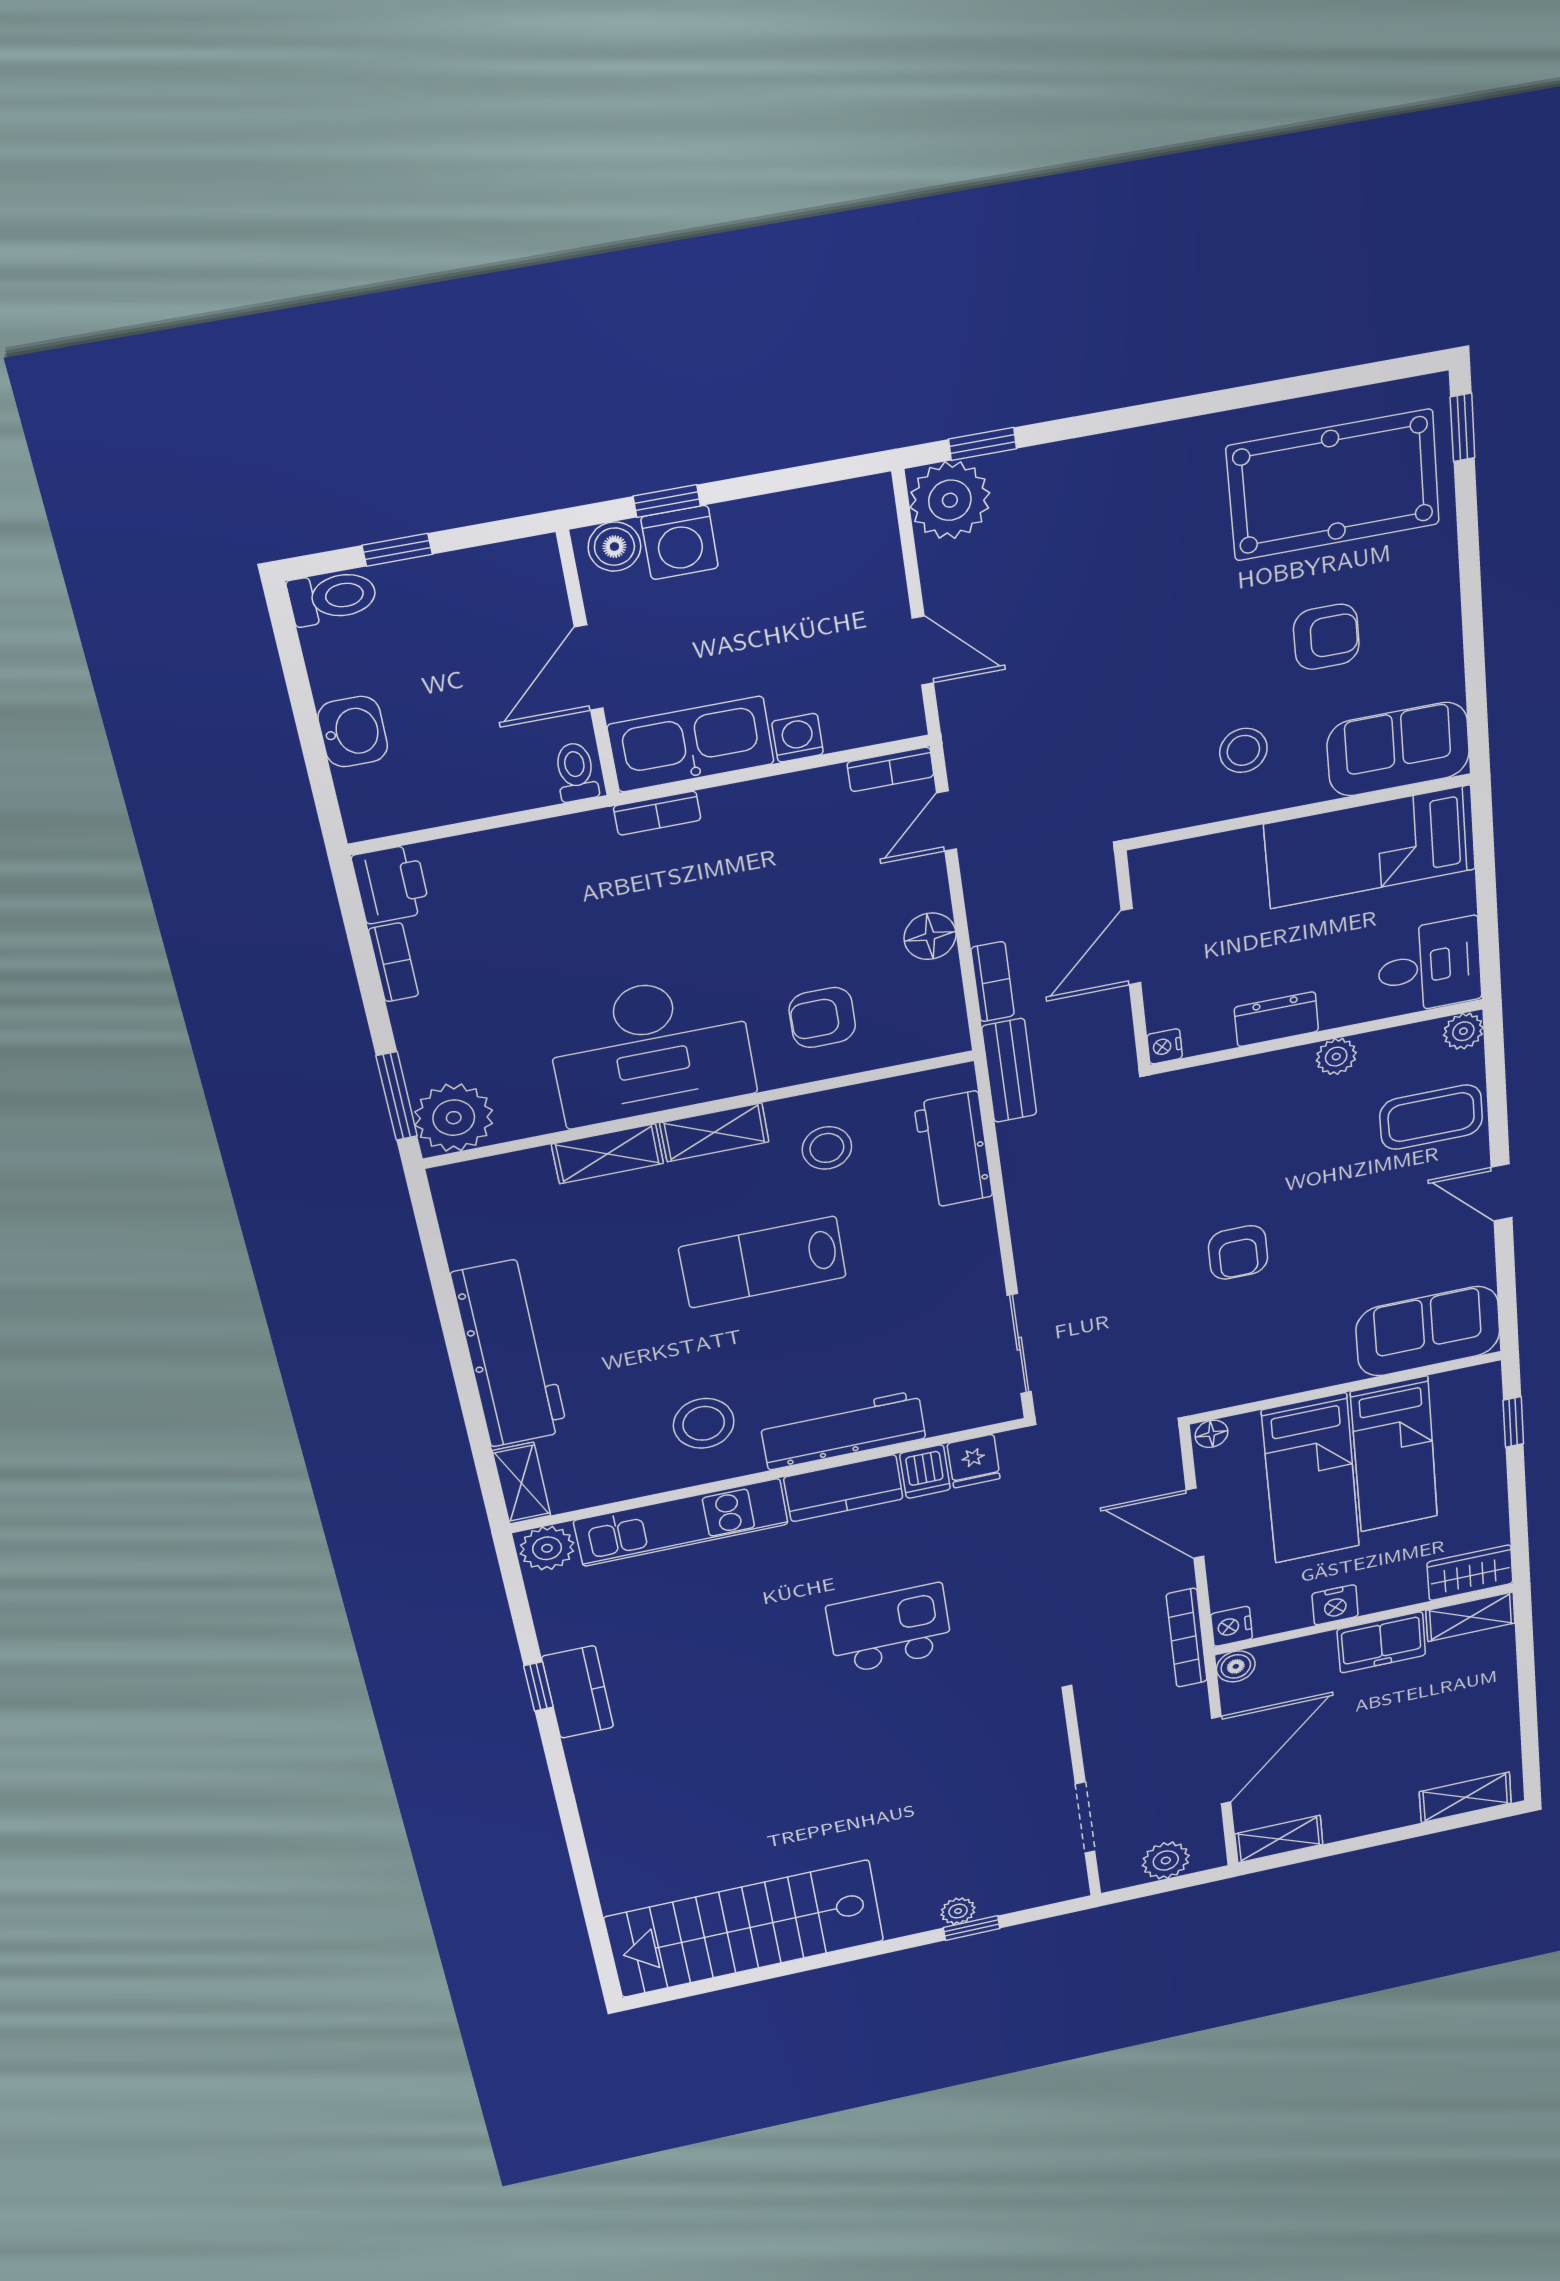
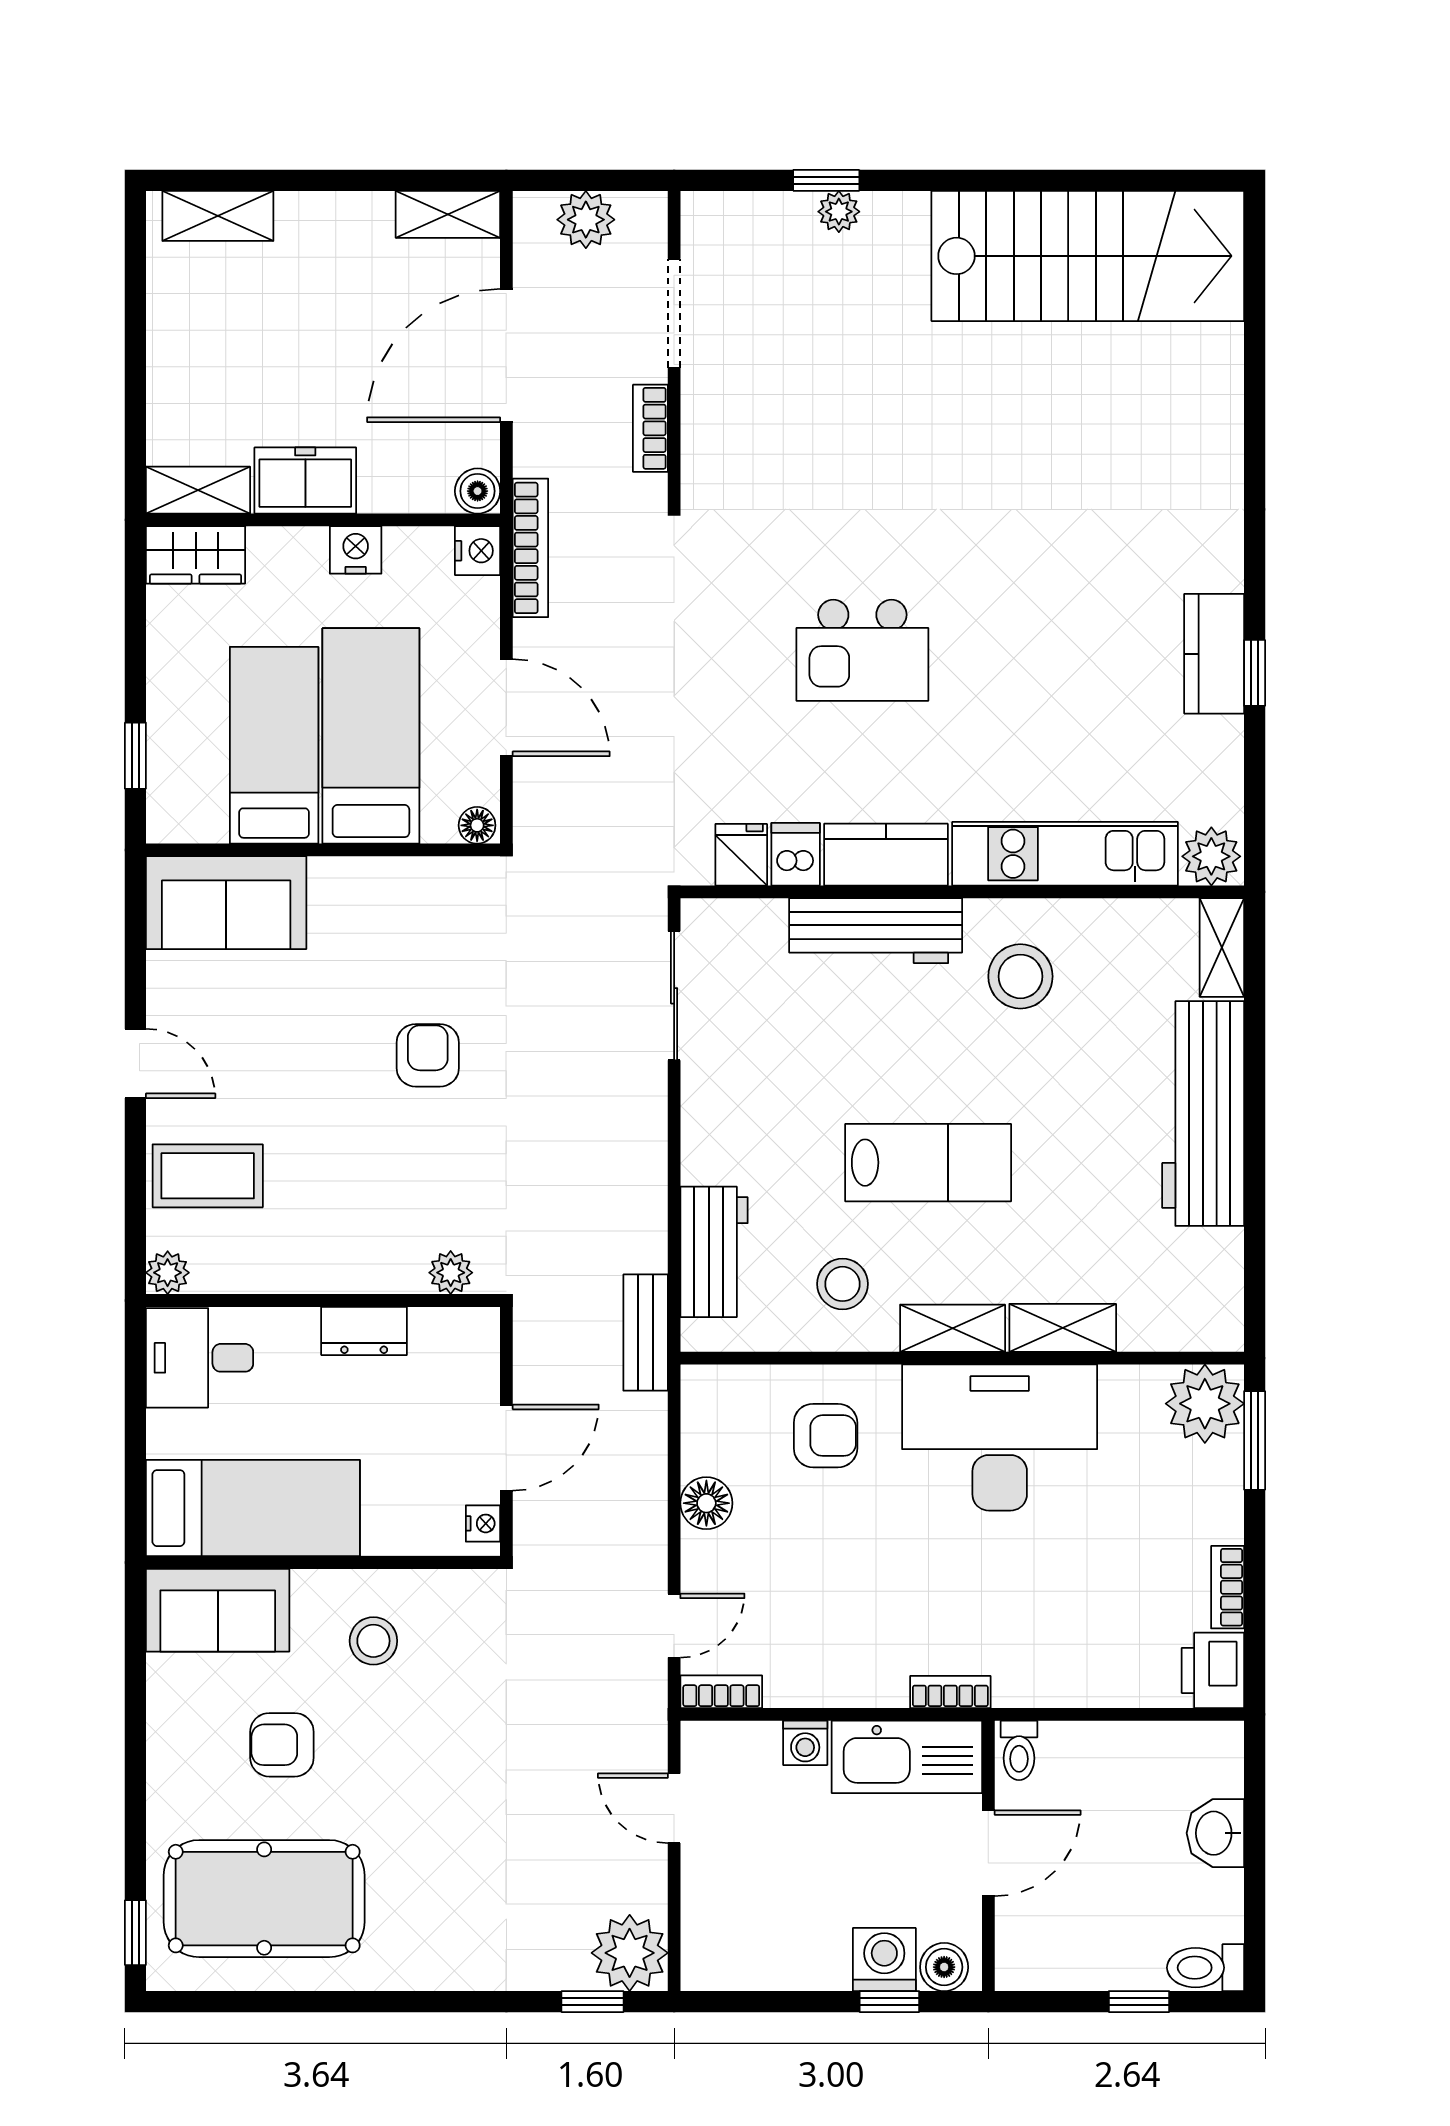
bookcase: (993, 982) -> (650, 428), moved
nightstand: (1165, 1046) -> (483, 1523), moved
plant: (1336, 1057) -> (451, 1273), moved

